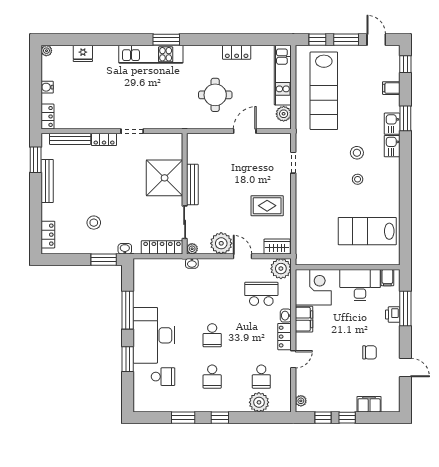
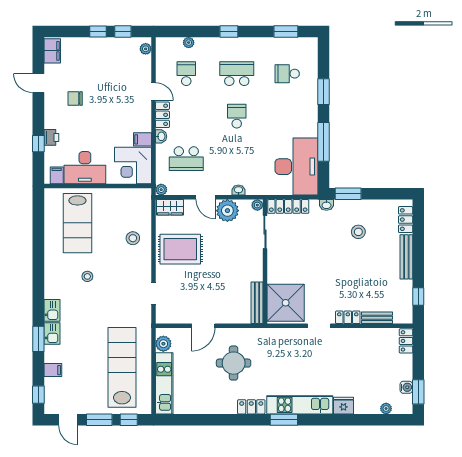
plant: (46, 51) -> (386, 409), moved
locker: (237, 52) -> (251, 407), moved
fridge: (83, 53) -> (343, 406), moved
window: (36, 67) -> (418, 392), added
water cooler: (47, 87) -> (406, 387), moved
bench: (70, 139) -> (377, 318), width x0.73
stool: (357, 153) -> (133, 238), moved
window: (36, 160) -> (418, 296), width x0.67
shower: (165, 178) -> (286, 303), moved
bench: (47, 181) -> (406, 257), moved
bench: (192, 184) -> (257, 303), moved
rug: (267, 206) -> (180, 249), width x1.36, depth x1.43
lab bench: (367, 231) -> (77, 223), turned 90
washbasin: (192, 263) -> (238, 190), moved
plant: (281, 269) -> (161, 190), width x0.53, depth x0.53
window: (405, 308) -> (38, 144), width x0.46
filing cabinet: (304, 319) -> (142, 139), width x0.50
desk: (154, 335) -> (296, 167), moved
door: (293, 359) -> (153, 91), swing flipped
school desk: (212, 377) -> (237, 74), width x1.85
plant: (259, 402) -> (189, 43), width x0.53, depth x0.53
filing cabinet: (369, 404) -> (52, 51), moved, turned -90
window: (183, 418) -> (286, 31), moved

